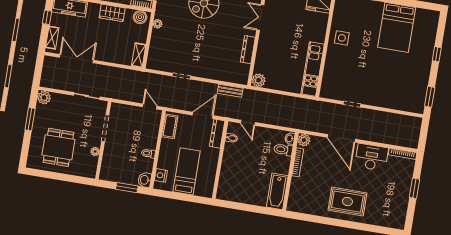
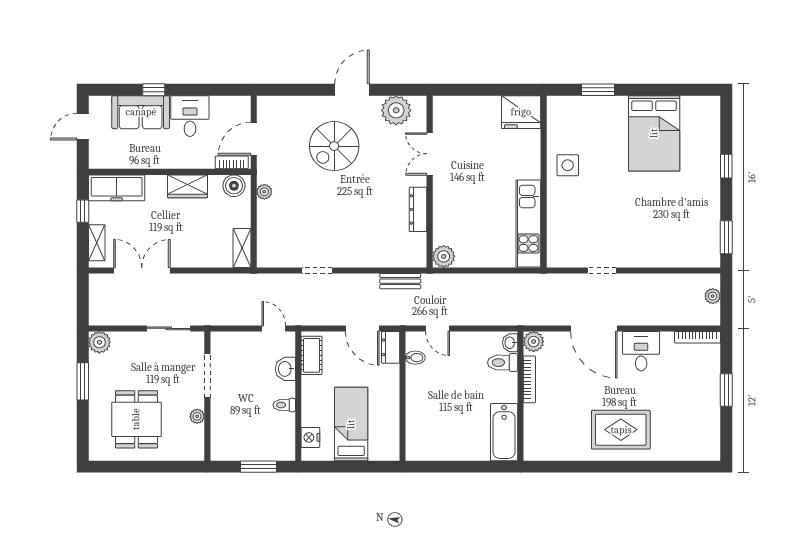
door: (203, 115) -> (362, 328), swing flipped
plant: (416, 131) -> (713, 296), added
dresser: (217, 134) -> (391, 347), width x0.70
desk: (371, 157) -> (641, 351), width x0.73
washbasin: (145, 180) -> (285, 369), moved

